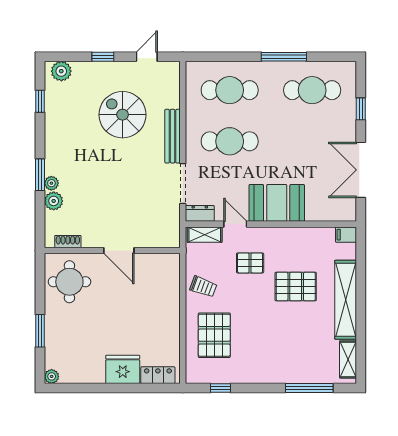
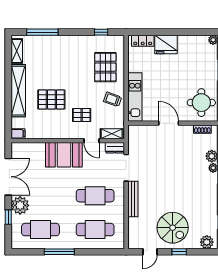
spiral stairs: (123, 115) -> (173, 228), moved
plant: (343, 127) -> (20, 205), added
kitchen unit: (170, 290) -> (135, 97), added

